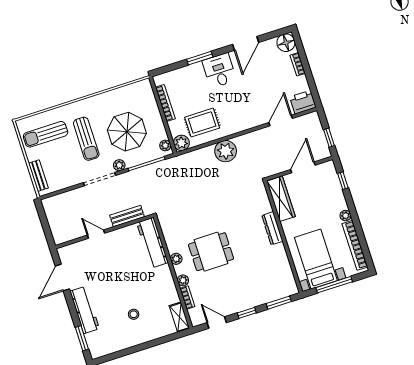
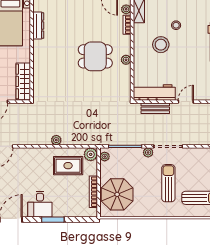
parasol: (127, 132) -> (117, 194), moved
plant: (226, 151) -> (56, 140), width x0.53, depth x0.53
dresser: (272, 228) -> (38, 26), moved
door: (96, 234) -> (186, 102), swing flipped
workbench: (152, 243) -> (154, 93), moved, turned -90
plant: (183, 280) -> (126, 9), moved
stool: (143, 288) -> (161, 45), added

